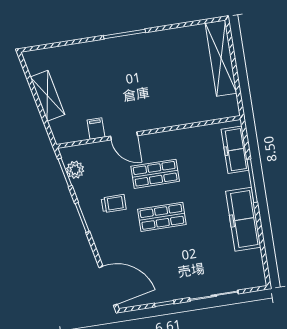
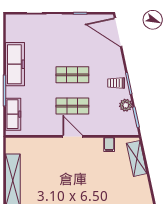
shelving: (48, 96) -> (137, 158), moved
door: (124, 136) -> (73, 136), moved
plant: (75, 170) -> (126, 105), moved
trolley: (114, 204) -> (116, 83), moved

